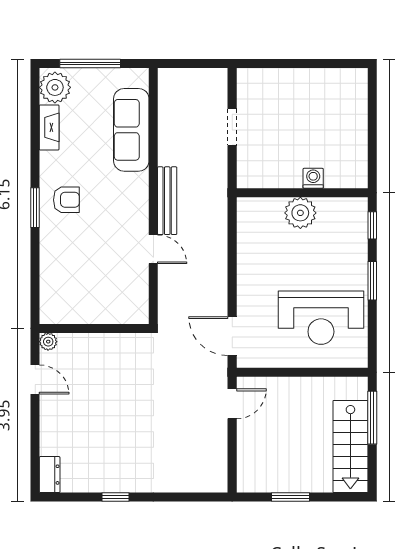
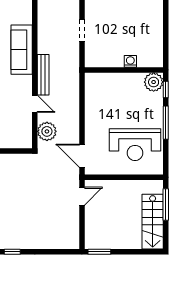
sofa: (131, 130) -> (22, 50), moved
plant: (300, 213) -> (154, 82), moved
window: (372, 281) -> (166, 123), width x1.44
plant: (174, 295) -> (47, 131), added
window: (291, 497) -> (99, 252), moved

